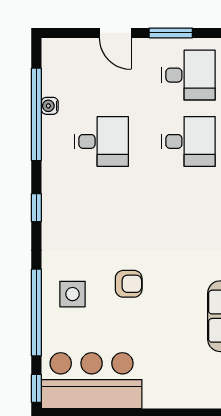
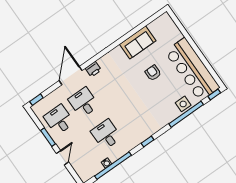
armchair: (129, 284) -> (153, 73), moved
side table: (72, 294) -> (183, 104), moved
bar counter: (92, 381) -> (192, 69), width x1.36

